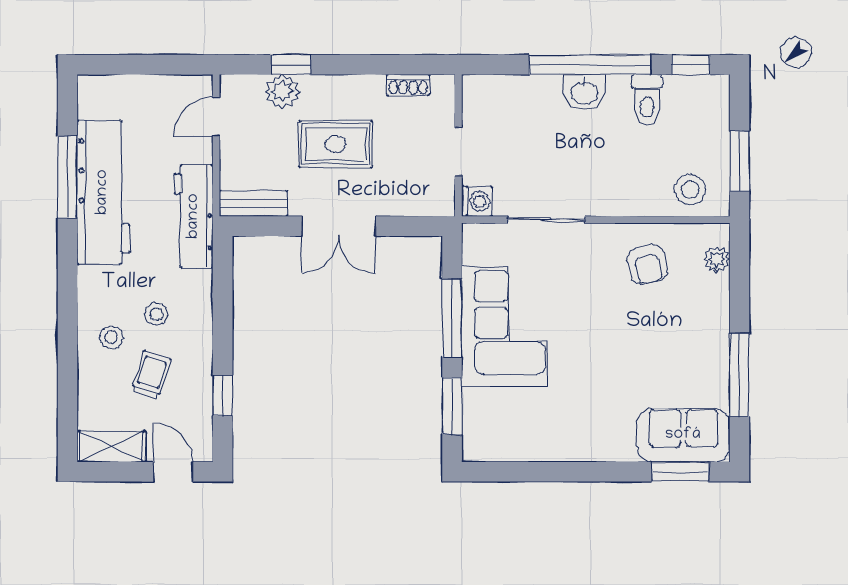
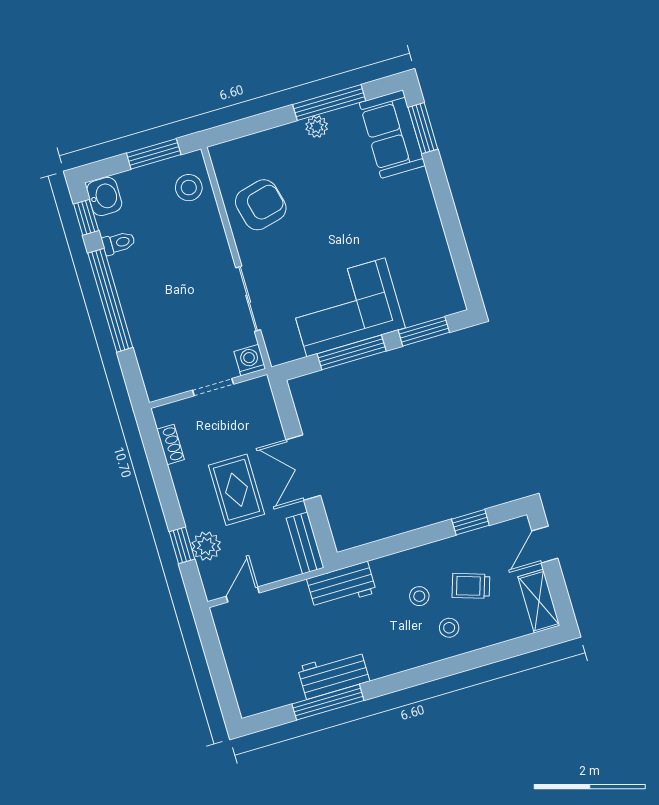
washbasin: (584, 92) -> (104, 196), moved
toilet: (647, 100) -> (119, 243), width x0.73, depth x0.72
door: (216, 117) -> (243, 595), swing flipped
workbench: (103, 192) -> (334, 674), width x0.53, depth x0.76
workbench: (194, 216) -> (342, 586), width x0.73
double door: (339, 226) -> (303, 468), swing flipped
plant: (717, 259) -> (317, 127), moved
armchair: (647, 265) -> (261, 205), width x1.38, depth x1.38

